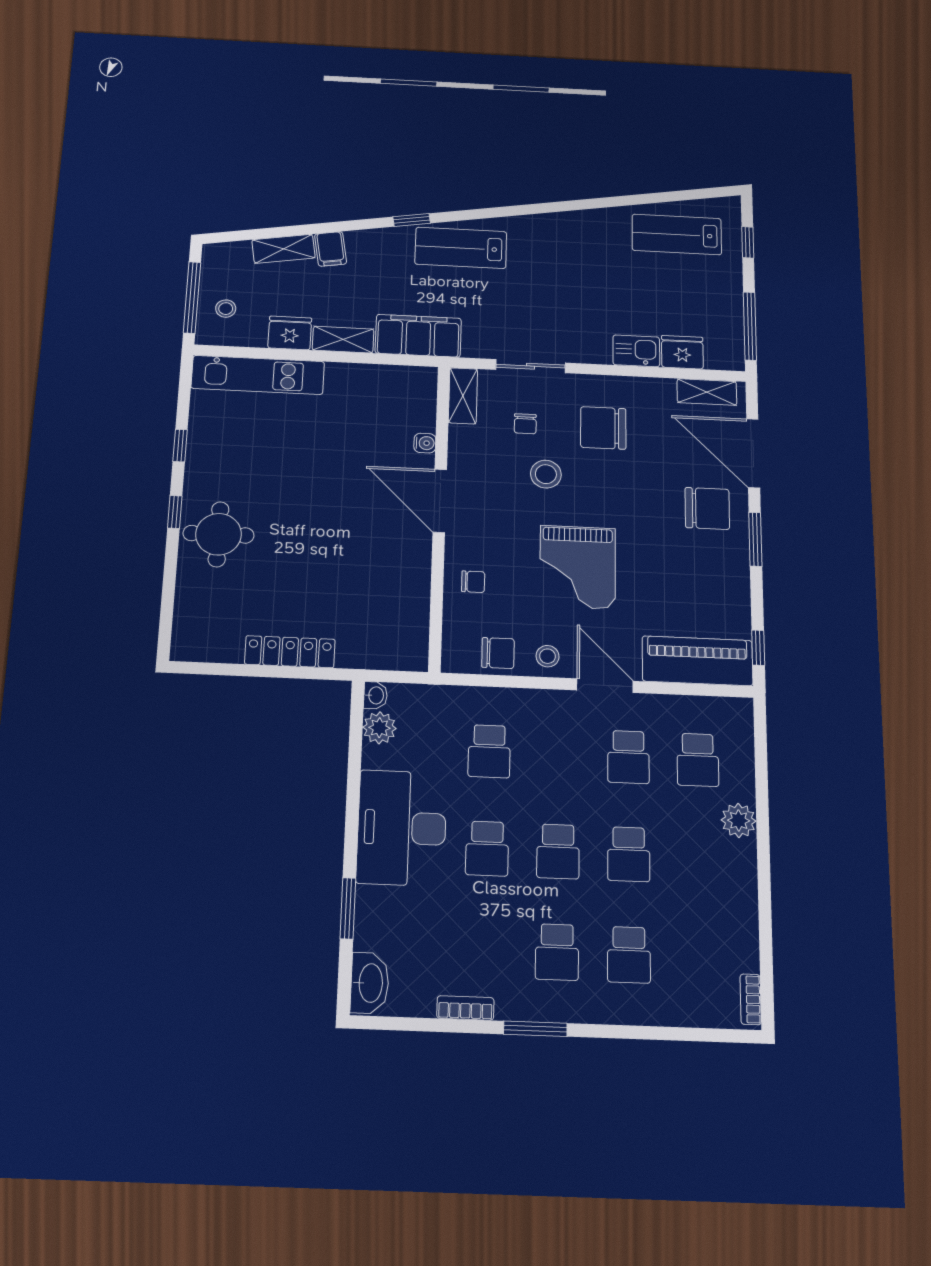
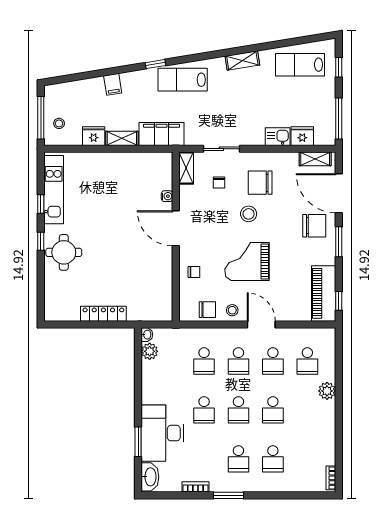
shelving: (284, 249) -> (242, 61), moved
kitchen unit: (258, 375) -> (54, 190), moved, turned -90
stool: (546, 474) -> (249, 214), moved
grand piano: (578, 567) -> (247, 262), turned 90
piano: (697, 661) -> (324, 293), moved, turned -90
school desk: (559, 754) -> (238, 361), added
desk: (402, 828) -> (162, 433), moved

